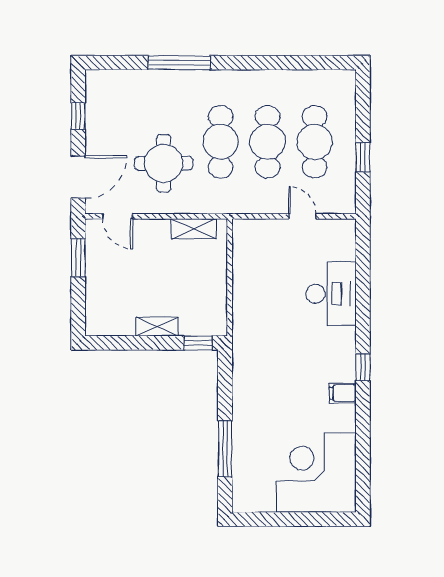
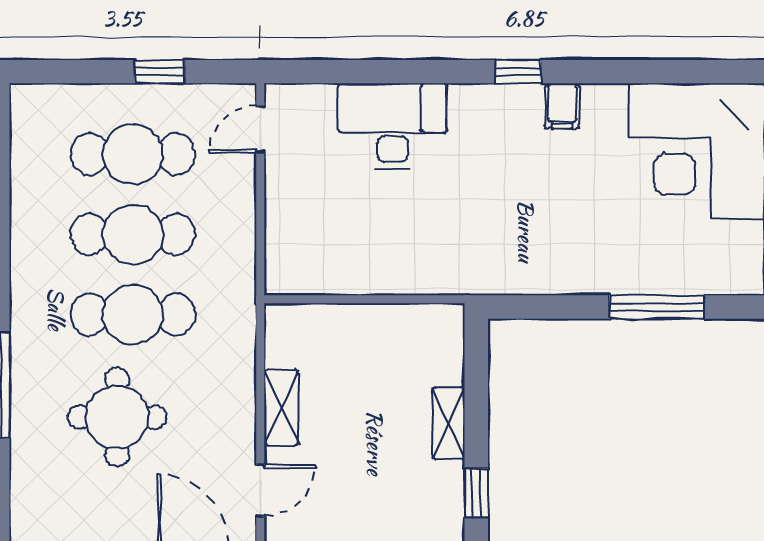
round table: (164, 163) -> (117, 417), moved
door: (302, 216) -> (260, 129), moved
shelving: (194, 229) -> (281, 408), moved
window: (198, 343) -> (476, 493), moved

